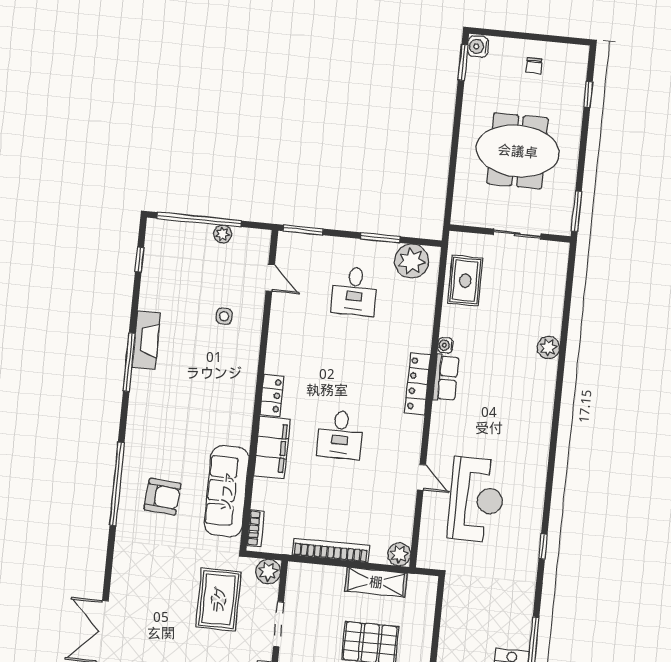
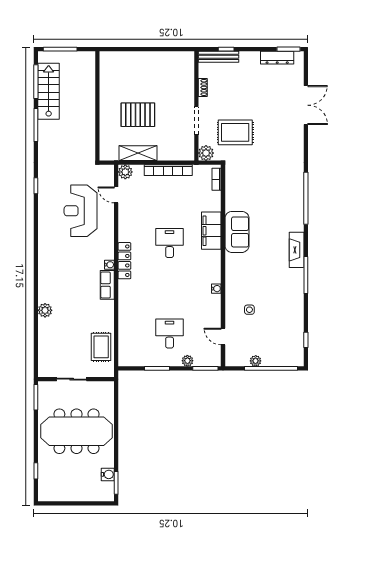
water cooler: (478, 47) -> (108, 474), moved
chair: (534, 66) -> (72, 485), removed
meeting table: (518, 151) -> (76, 431), width x1.36
plant: (412, 261) -> (187, 361), moved, width x0.53, depth x0.53
fireplace: (146, 340) -> (297, 250), moved
water cooler: (445, 345) -> (109, 265), moved
water cooler: (273, 355) -> (216, 289), added
locker: (418, 384) -> (124, 261), moved
locker: (272, 395) -> (215, 263), removed
door: (422, 477) -> (116, 195), moved
sofa: (227, 491) -> (237, 232), moved, width x0.73
armchair: (163, 497) -> (277, 193), removed
rug: (219, 600) -> (235, 132), turned 90

